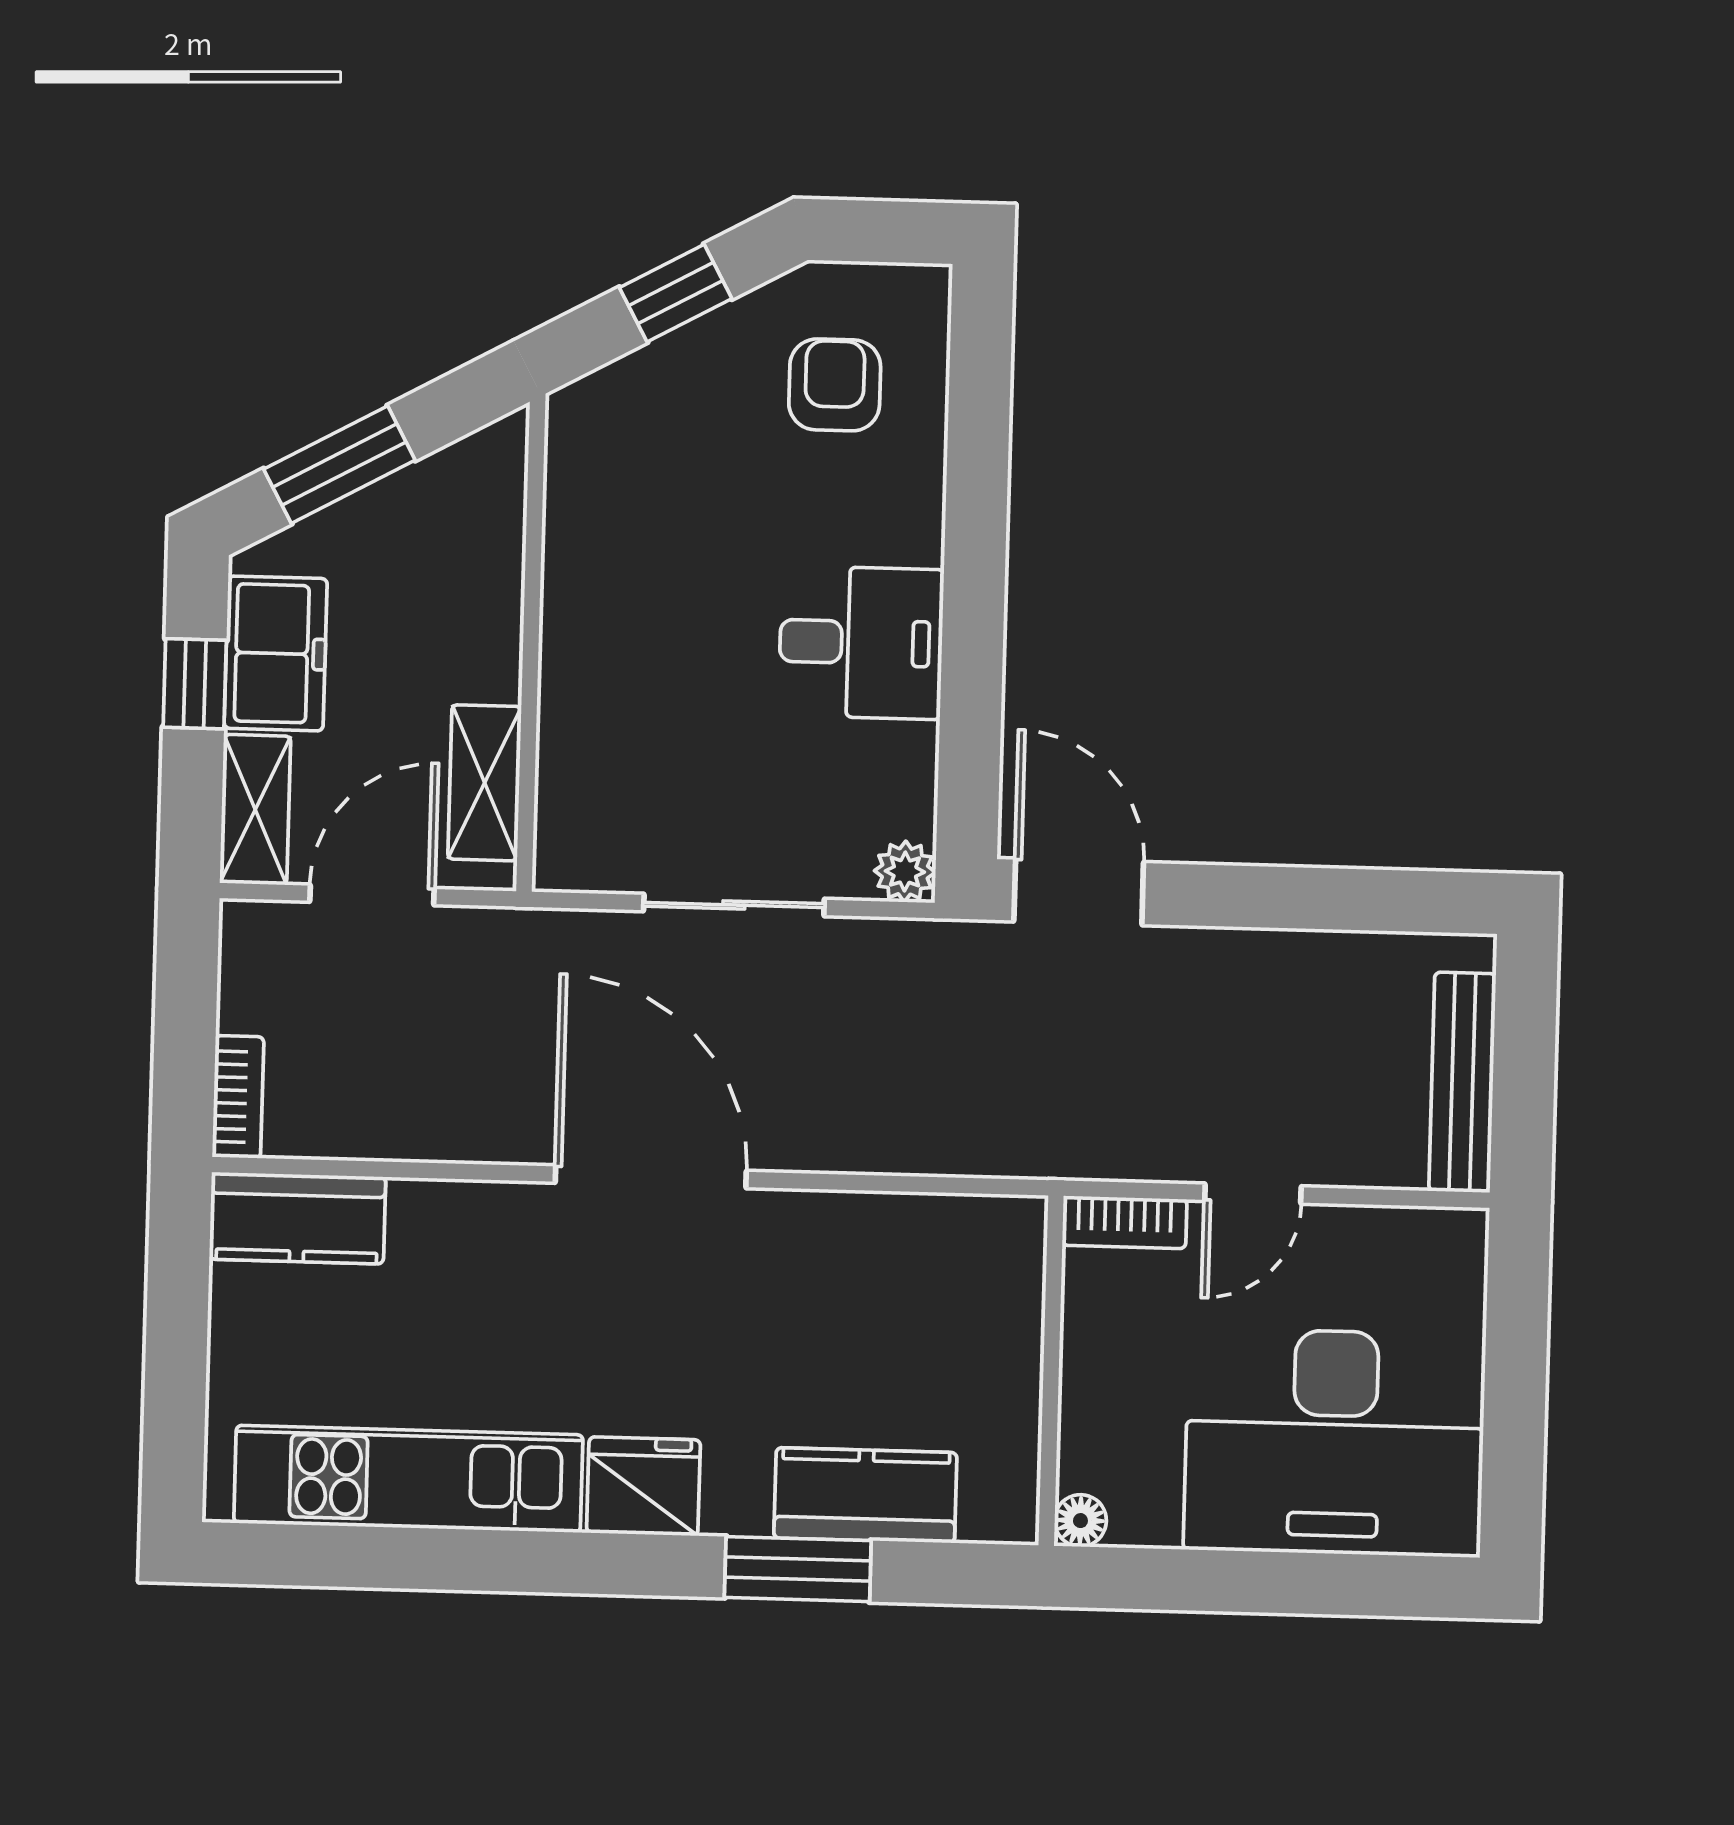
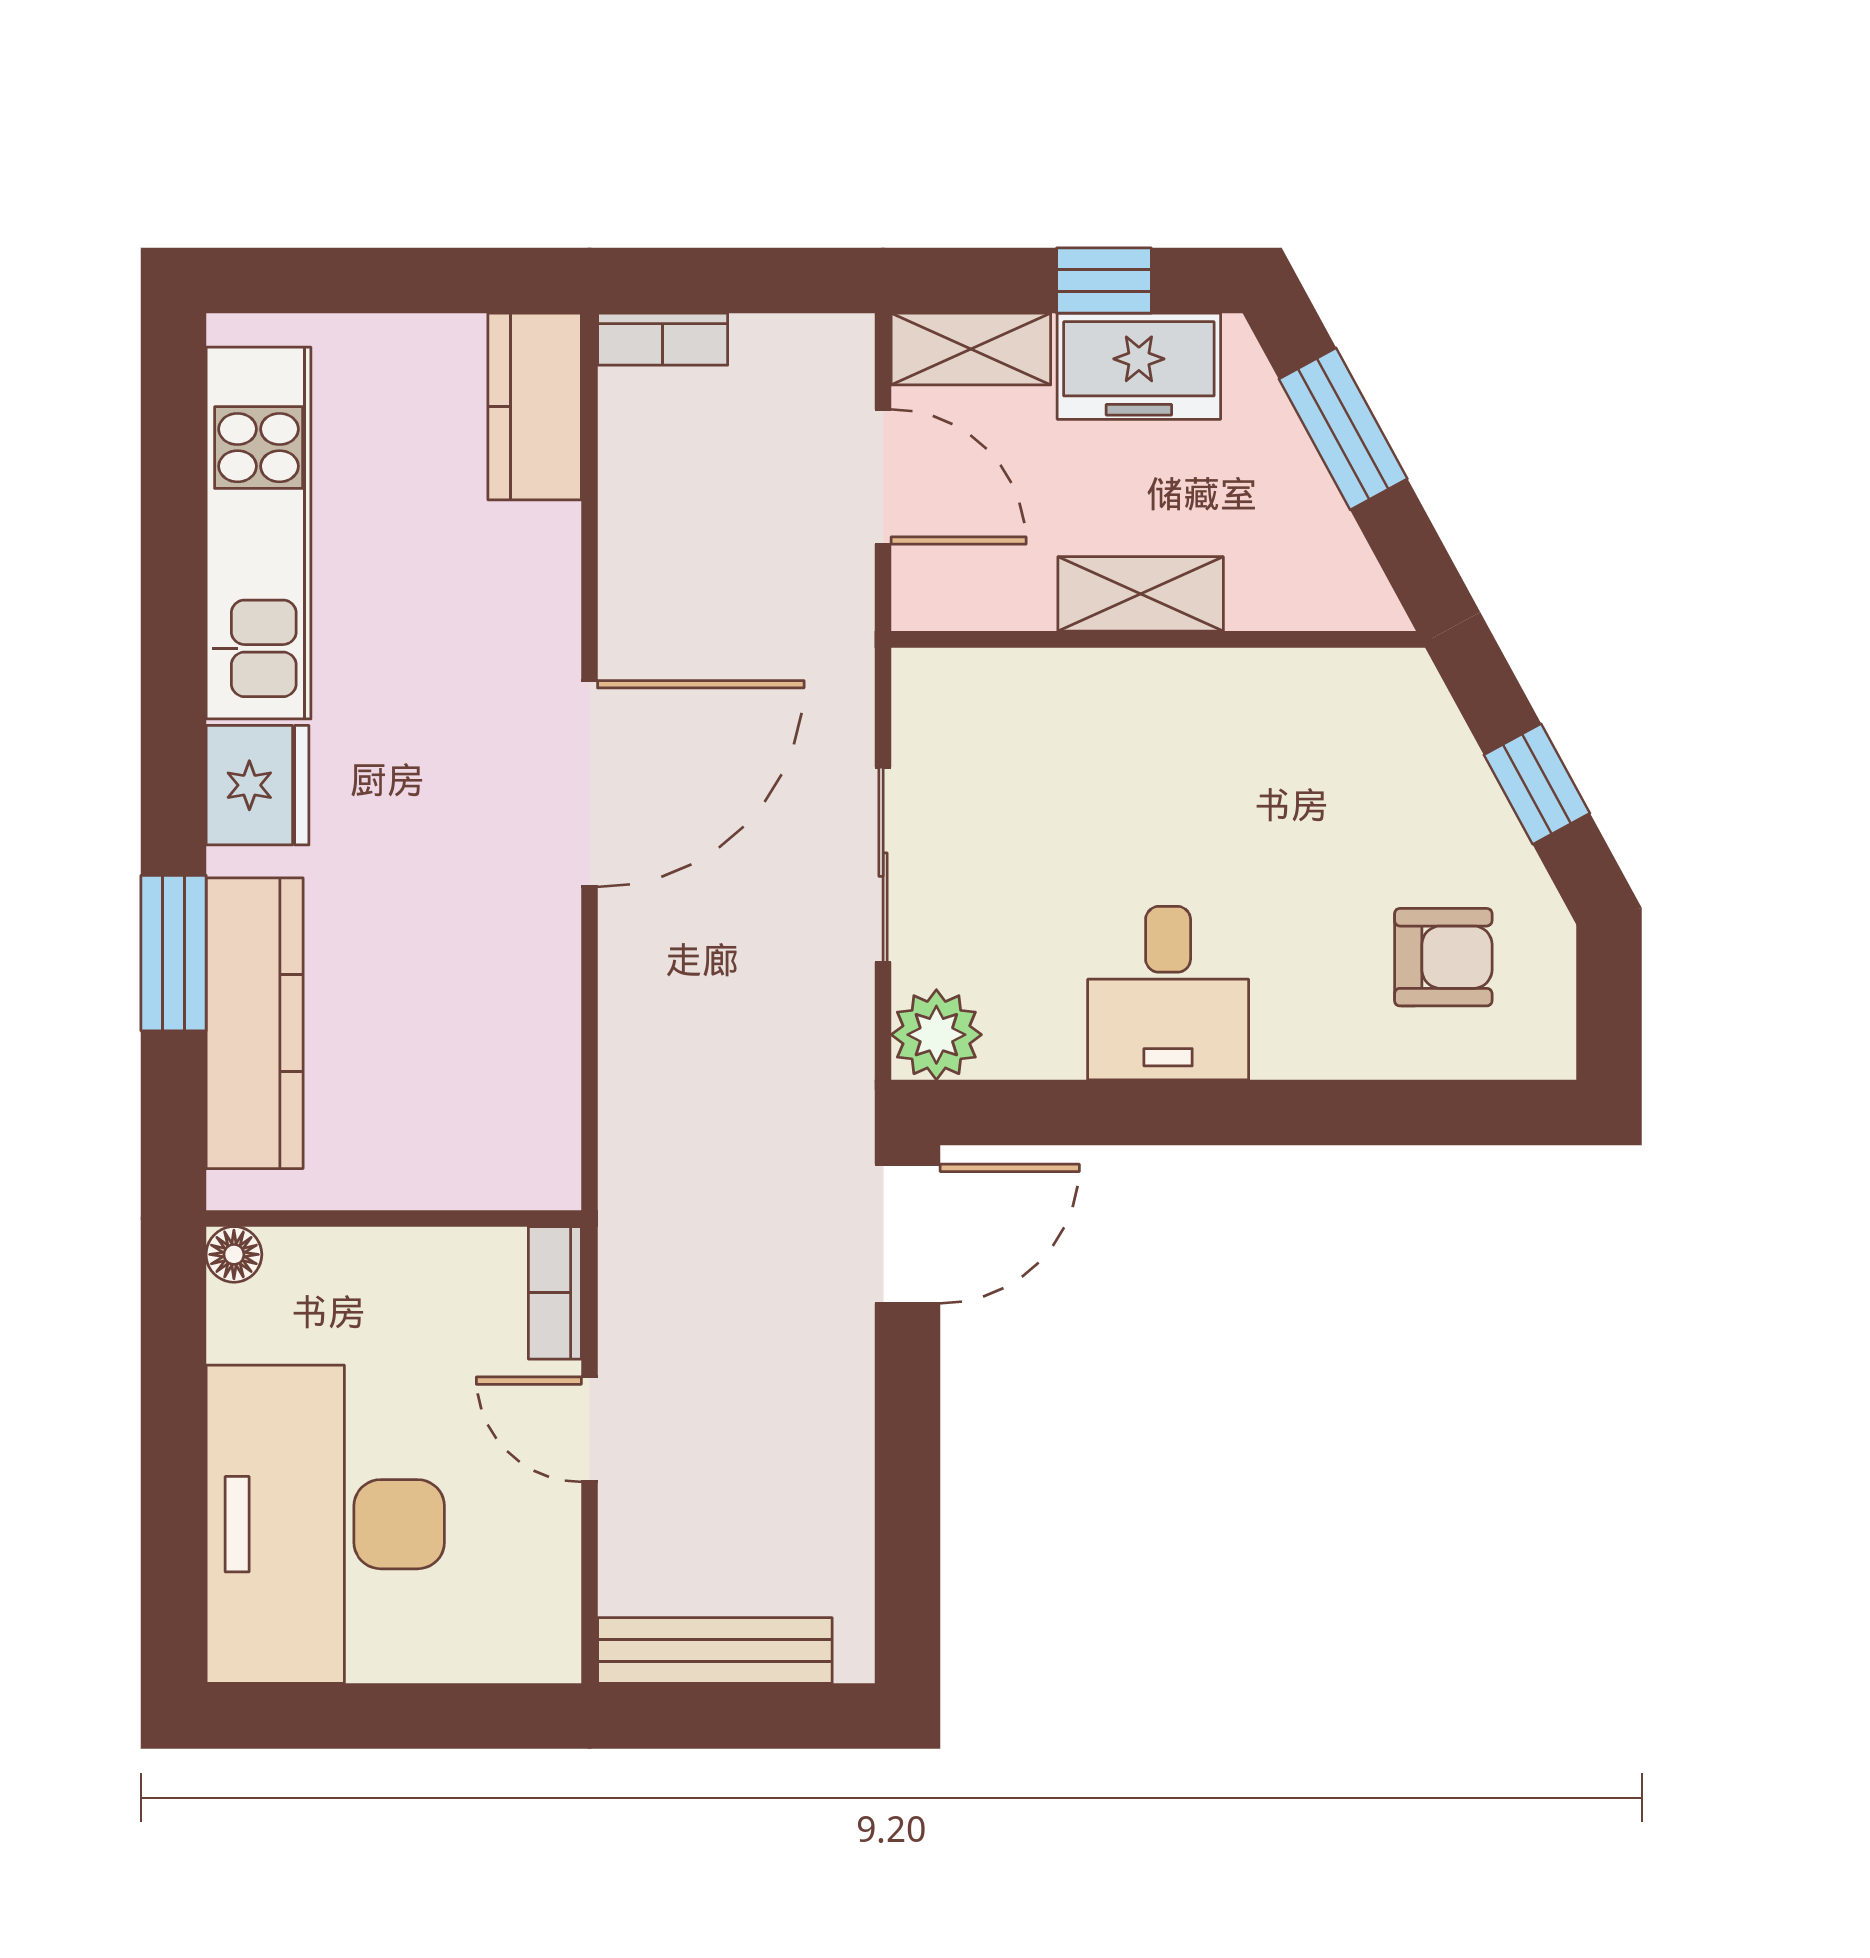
shelving: (485, 783) -> (1141, 594), moved
plant: (905, 872) -> (936, 1035), width x1.38, depth x1.38
kitchen counter: (865, 1495) -> (255, 1023), width x1.50

